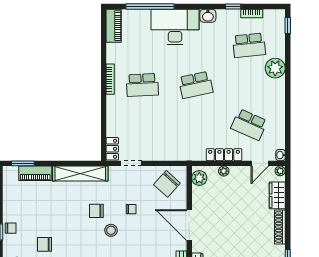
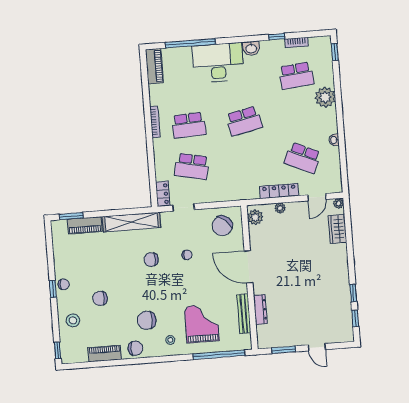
school desk: (142, 125) -> (192, 166), added
washbasin: (281, 155) -> (334, 140), moved
shoe rack: (280, 227) -> (343, 262), removed
stool: (111, 230) -> (168, 278), removed

